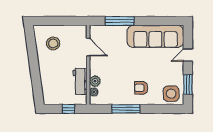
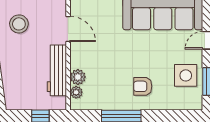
workbench: (80, 81) -> (57, 70), width x1.38
side table: (171, 94) -> (186, 75), moved

